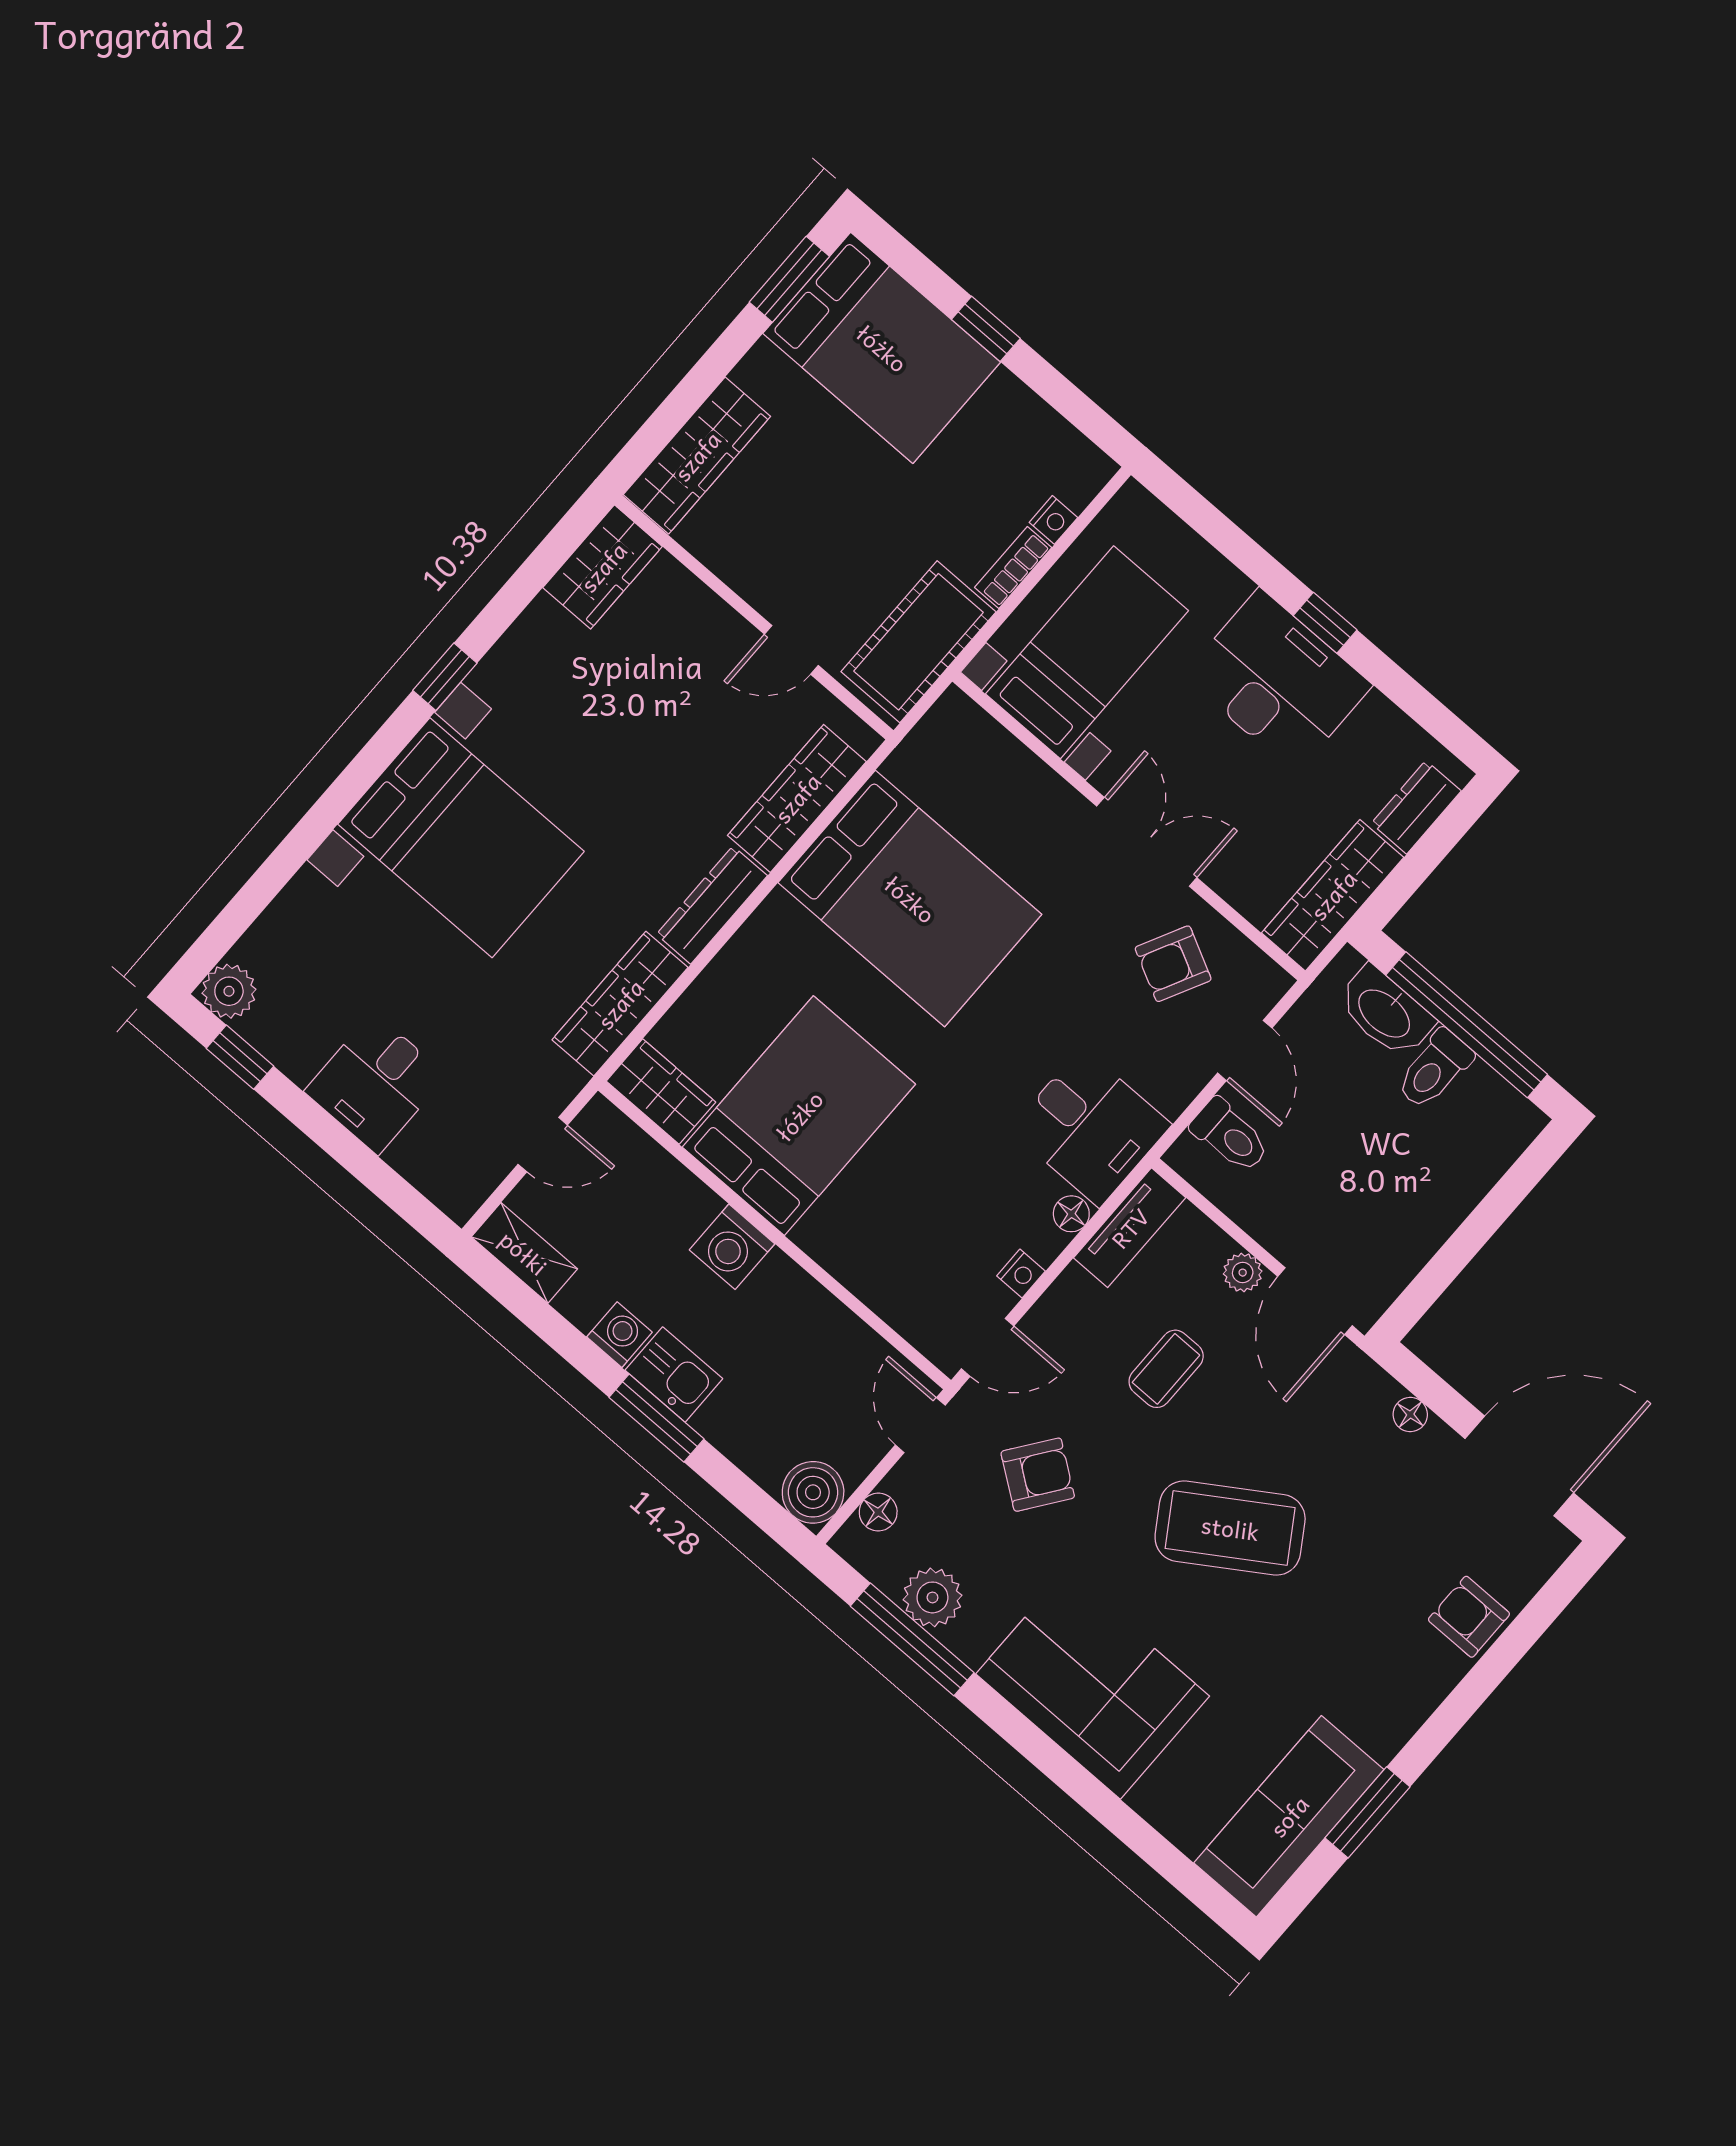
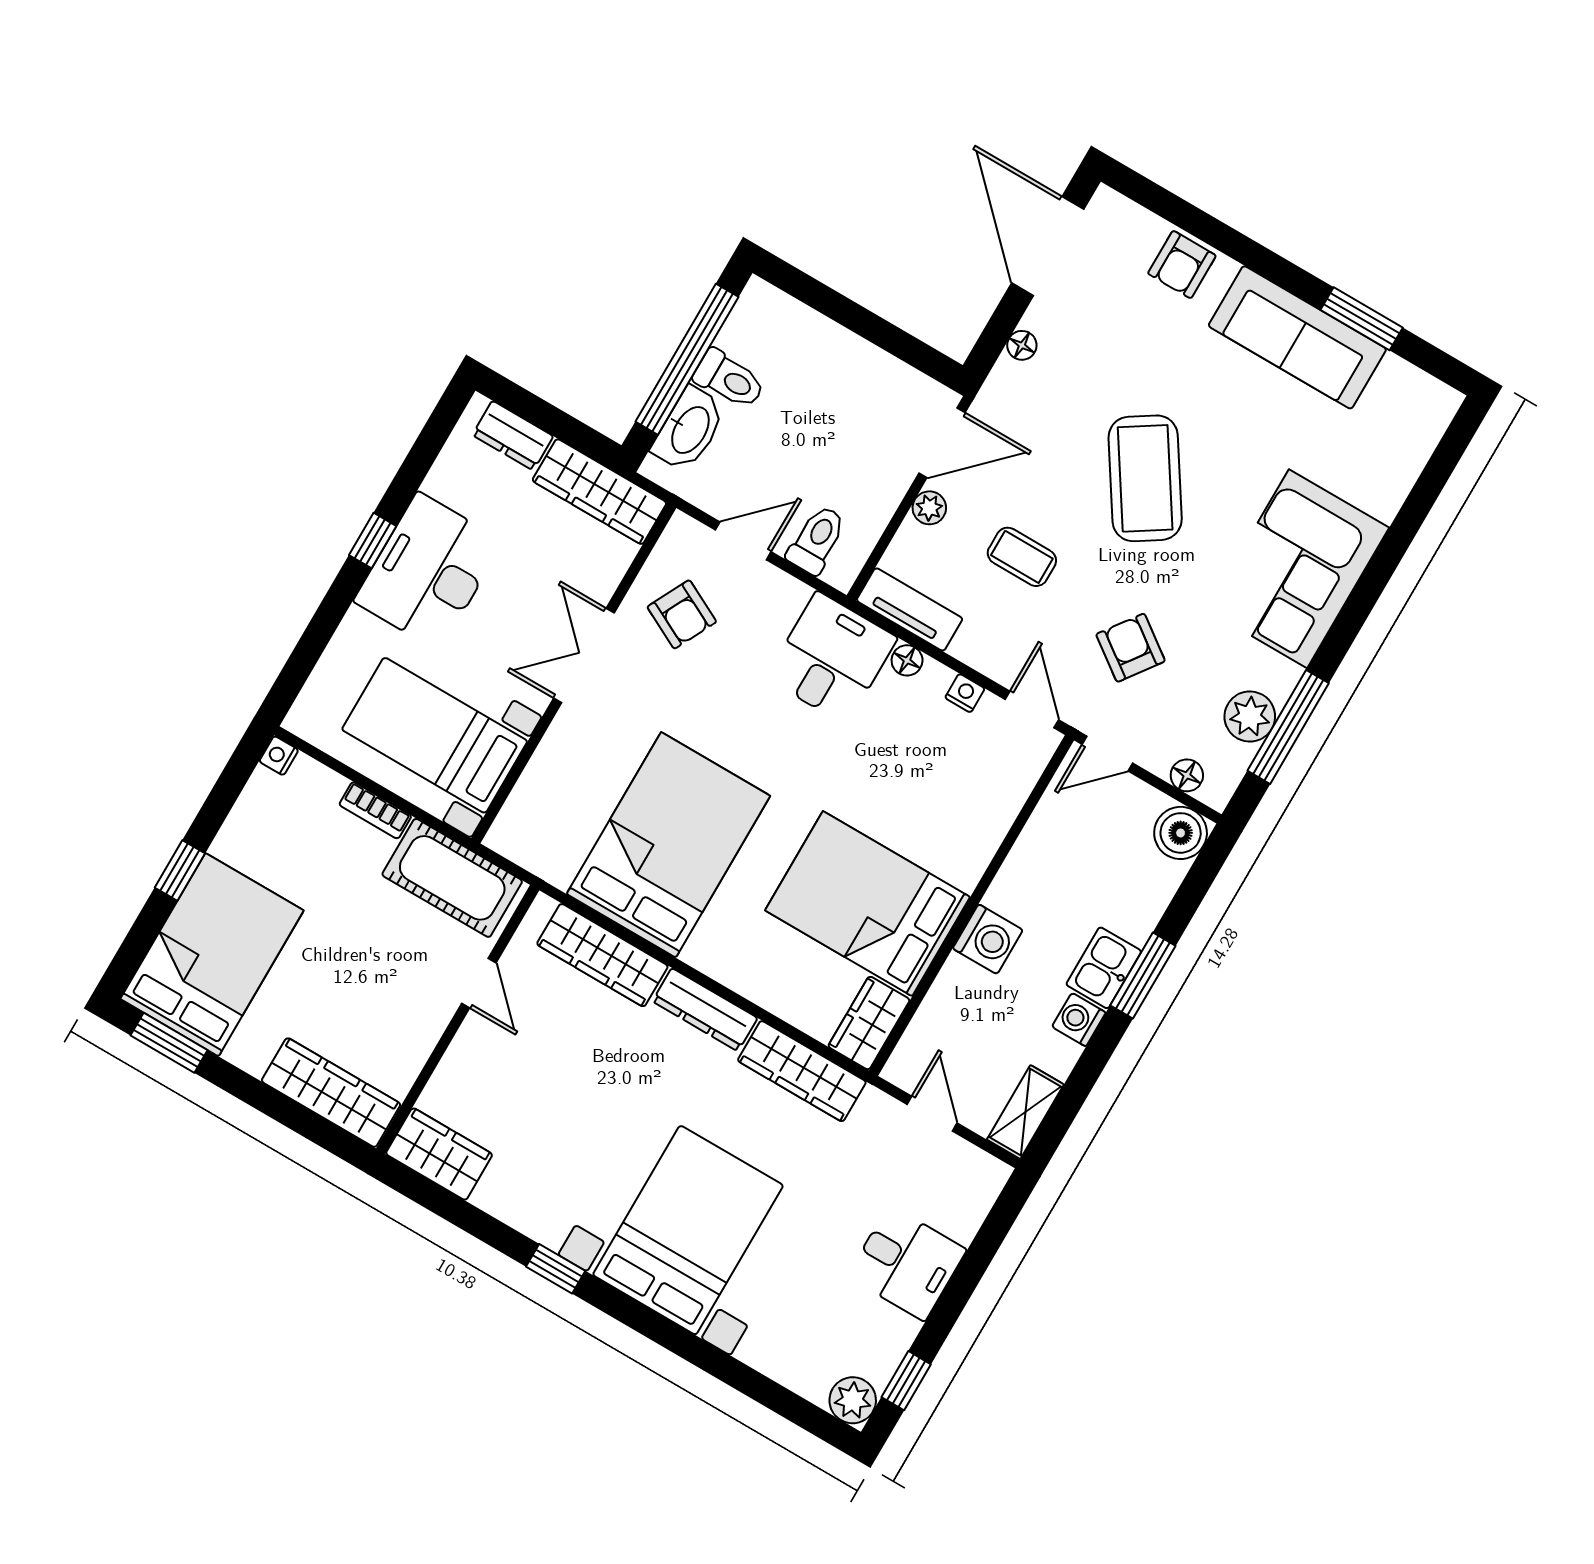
nightstand: (1053, 520) -> (279, 756), moved, turned -90
sofa: (1289, 1816) -> (1297, 337), moved

